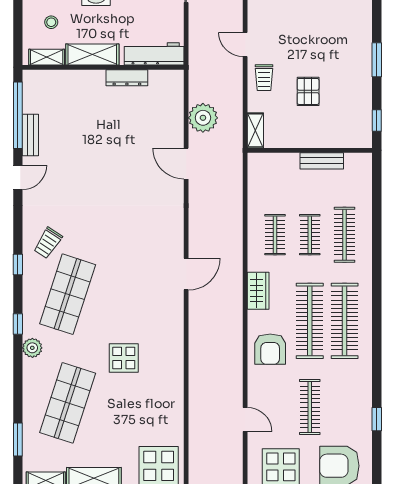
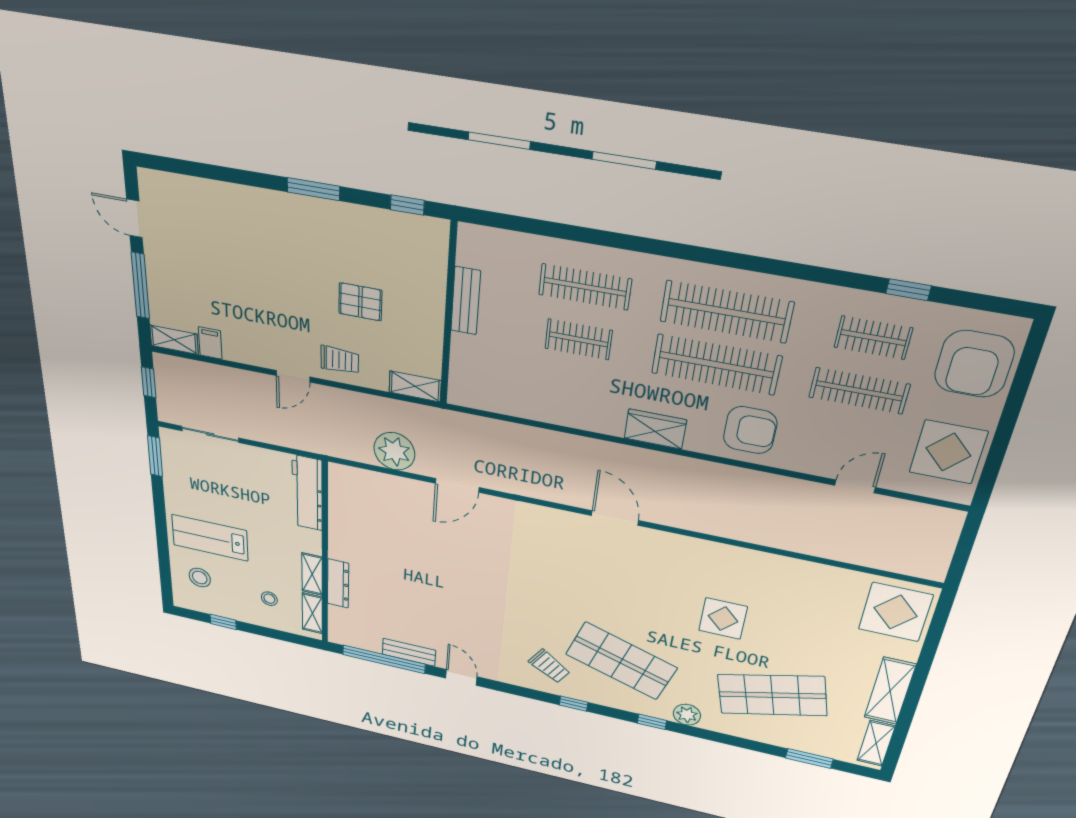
shelving: (92, 55) -> (312, 574), width x0.67, depth x0.75
dresser: (127, 78) -> (338, 584), moved
clothes rail: (275, 235) -> (873, 338), moved
shop shelf: (68, 403) -> (772, 695), turned -33

